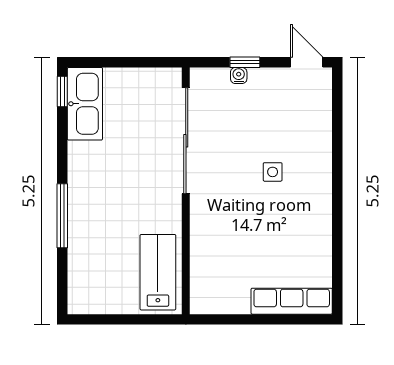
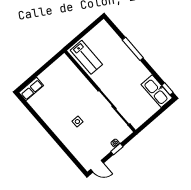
row of seats: (292, 301) -> (31, 89), width x0.68

